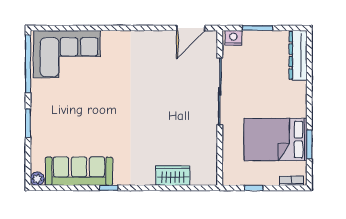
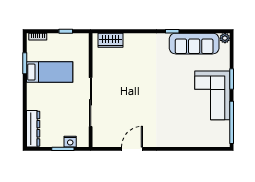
door: (191, 28) -> (132, 149), moved
nightstand: (233, 38) -> (70, 142), moved
corner sofa: (67, 54) -> (212, 95), moved, turned -90
bed: (276, 140) -> (50, 72), width x0.67
wardrobe: (173, 176) -> (111, 40), moved

